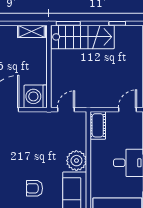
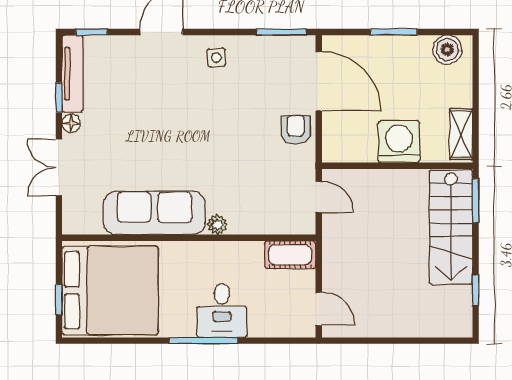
washing machine: (36, 96) -> (399, 142), moved
plant: (76, 161) -> (217, 225), width x0.53, depth x0.53
armchair: (35, 188) -> (296, 130), moved

